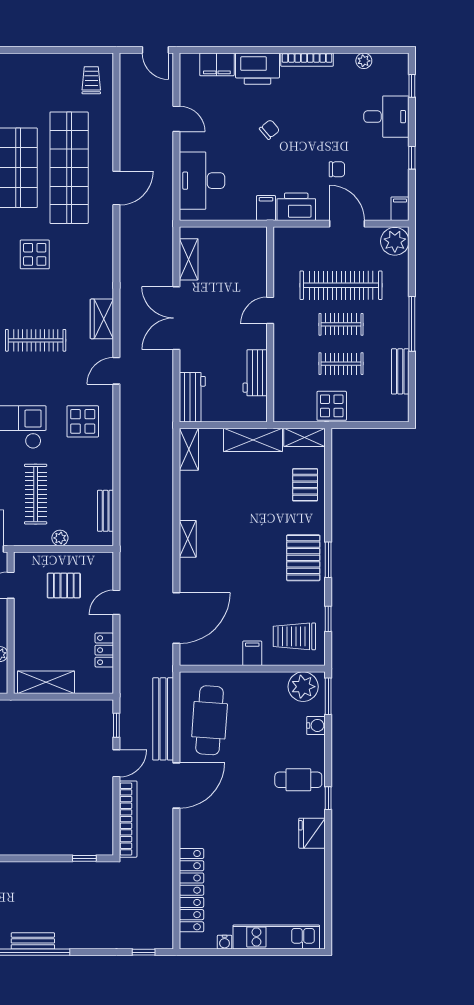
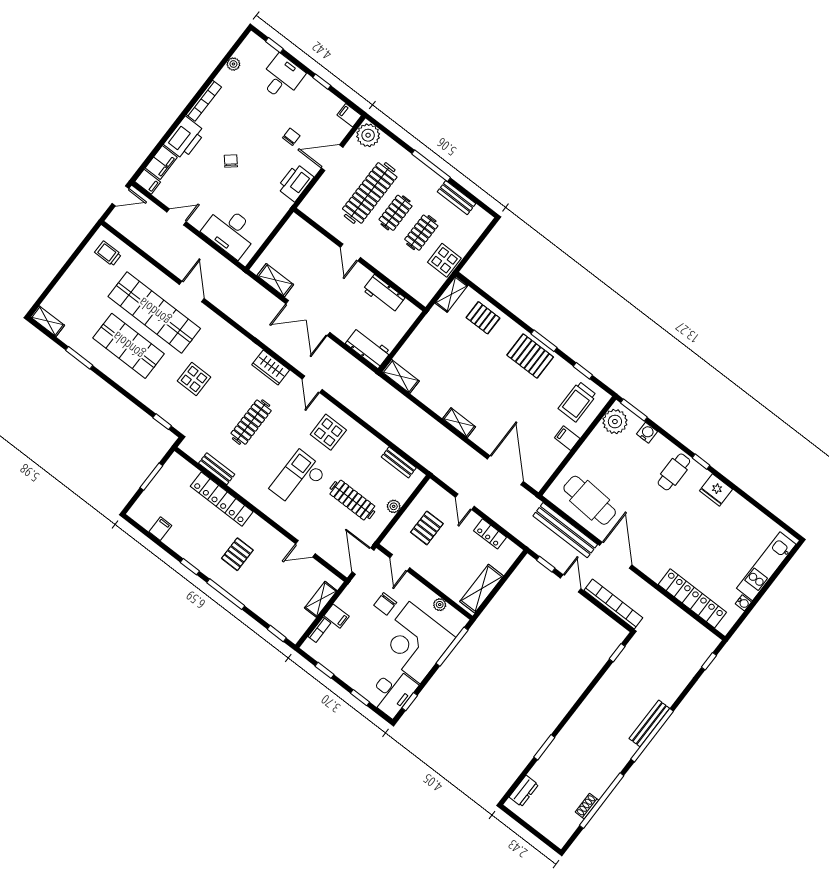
filing cabinet: (266, 208) -> (148, 182), moved, turned 180
shelving: (253, 440) -> (427, 329), removed
bench: (33, 941) -> (649, 723), width x1.36

